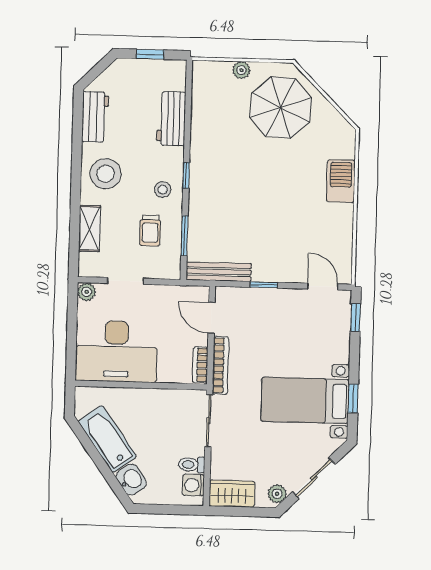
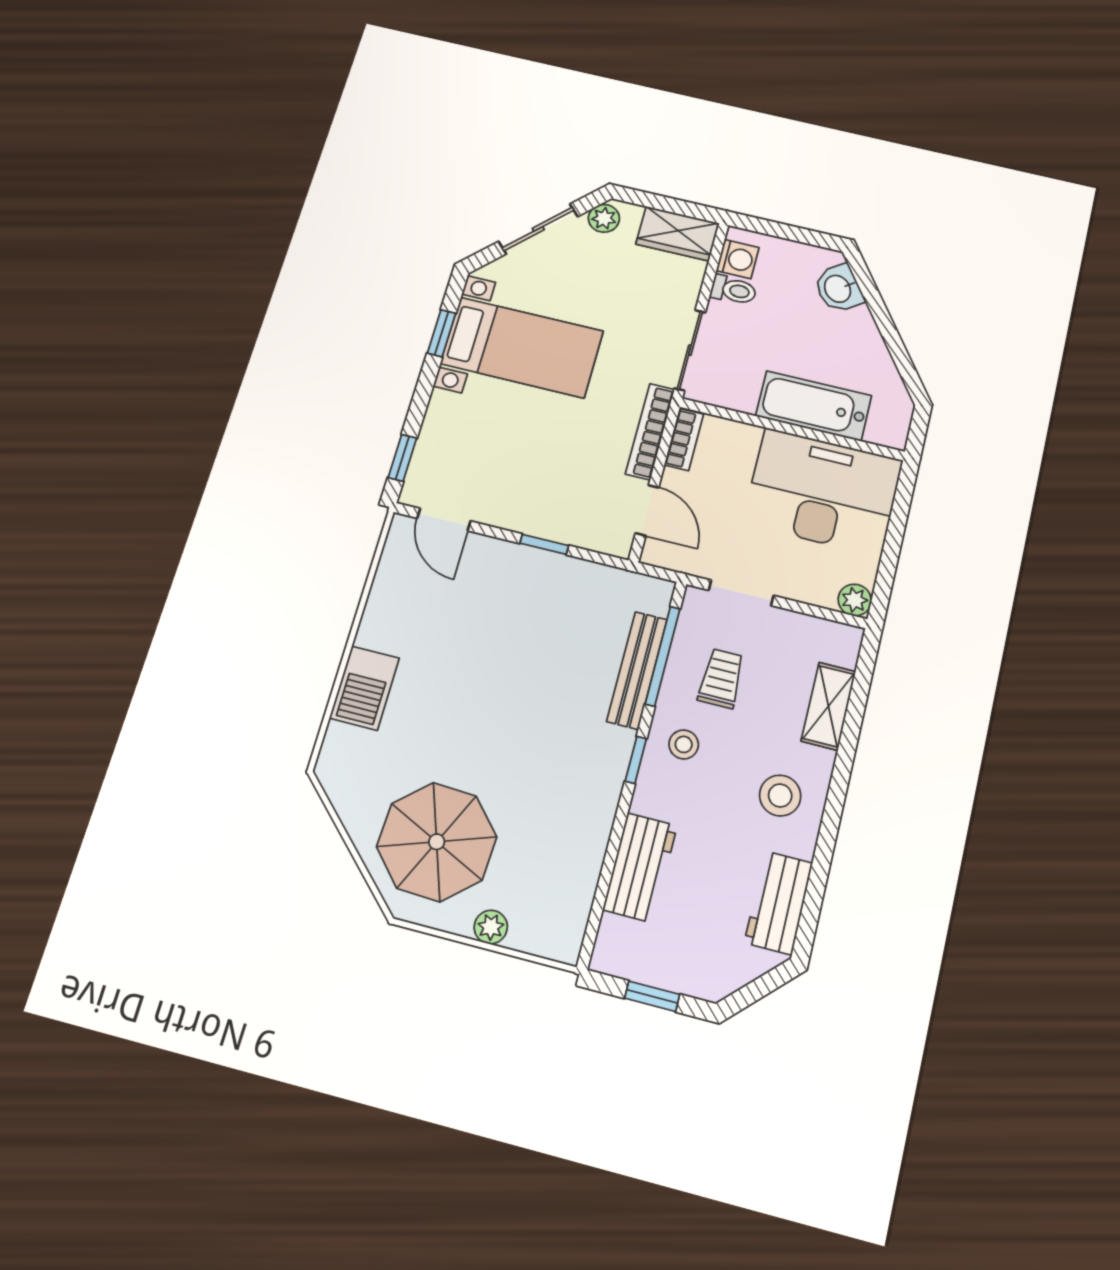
stool: (106, 174) -> (780, 796), width x0.73, depth x0.73
window: (184, 236) -> (663, 656), width x1.44
bench: (219, 272) -> (637, 670), moved, turned 90
doorway: (126, 281) -> (741, 593), moved
bathtub: (107, 439) -> (814, 406), moved, turned 126

